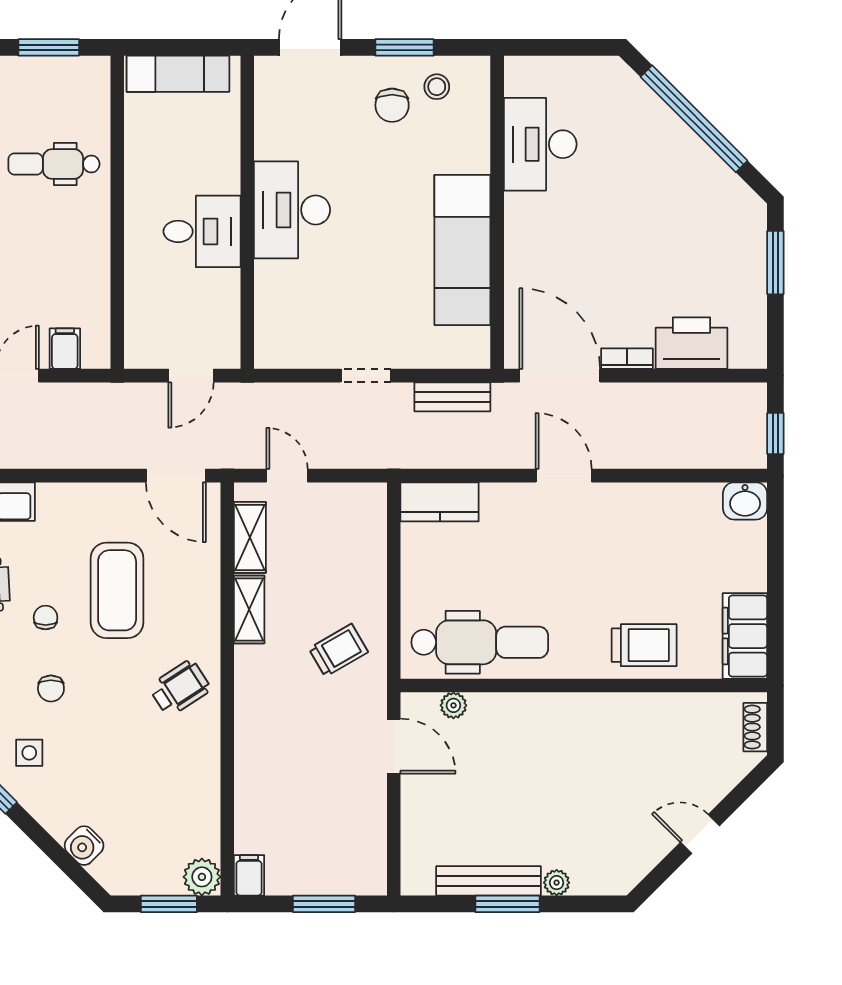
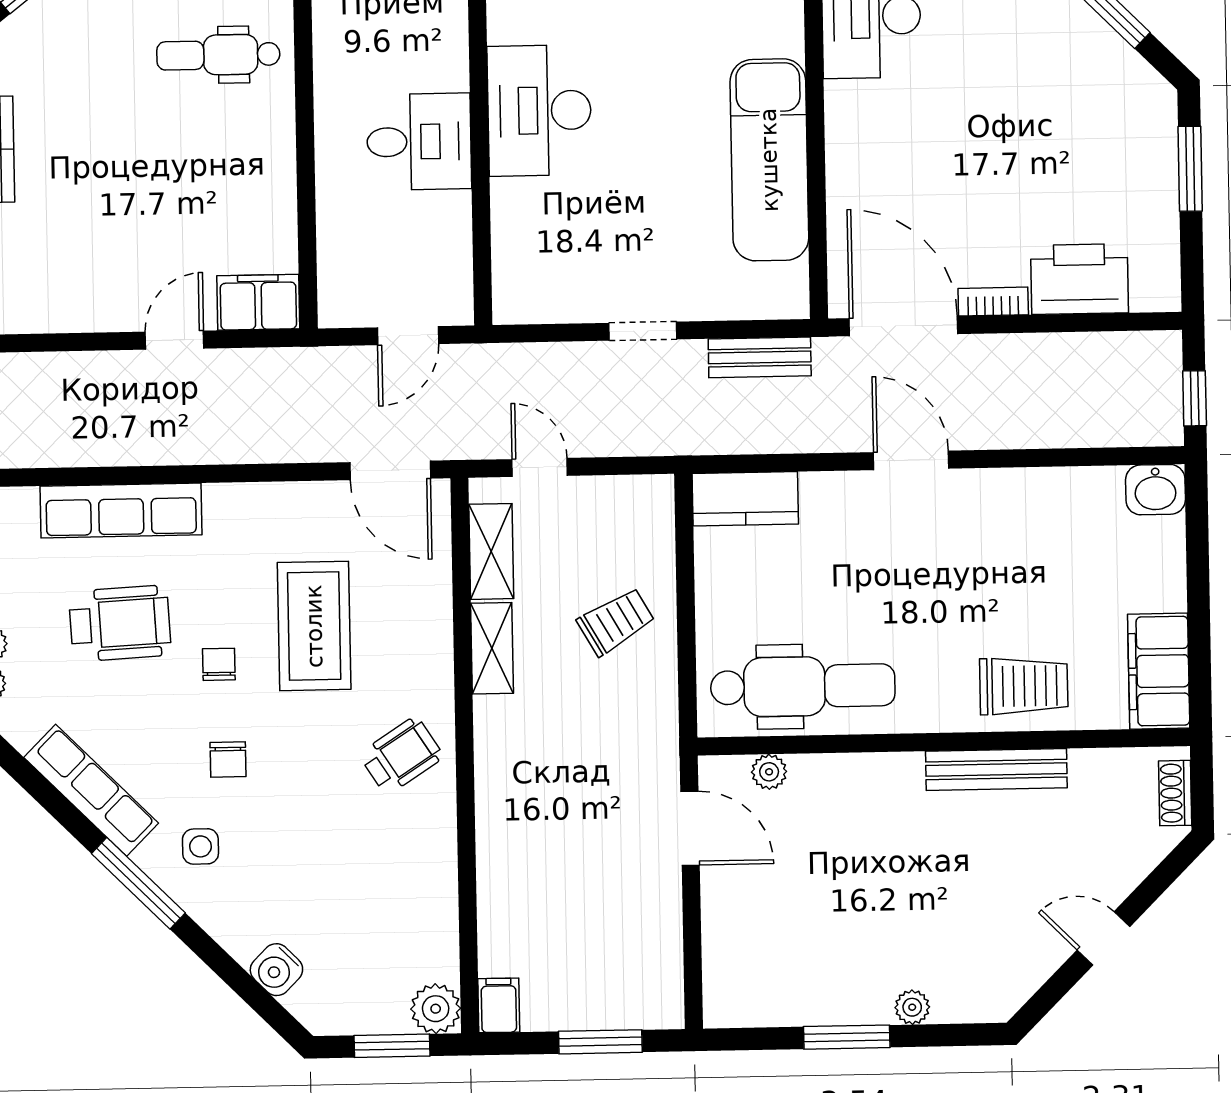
filing cabinet: (65, 349) -> (258, 302), width x2.00
trolley: (338, 650) -> (616, 622), moved
bench: (489, 881) -> (996, 769), moved

